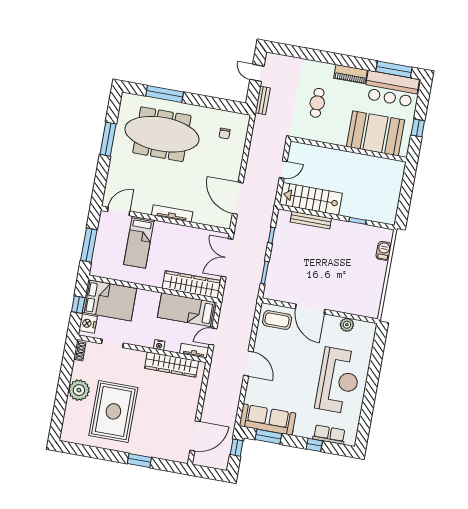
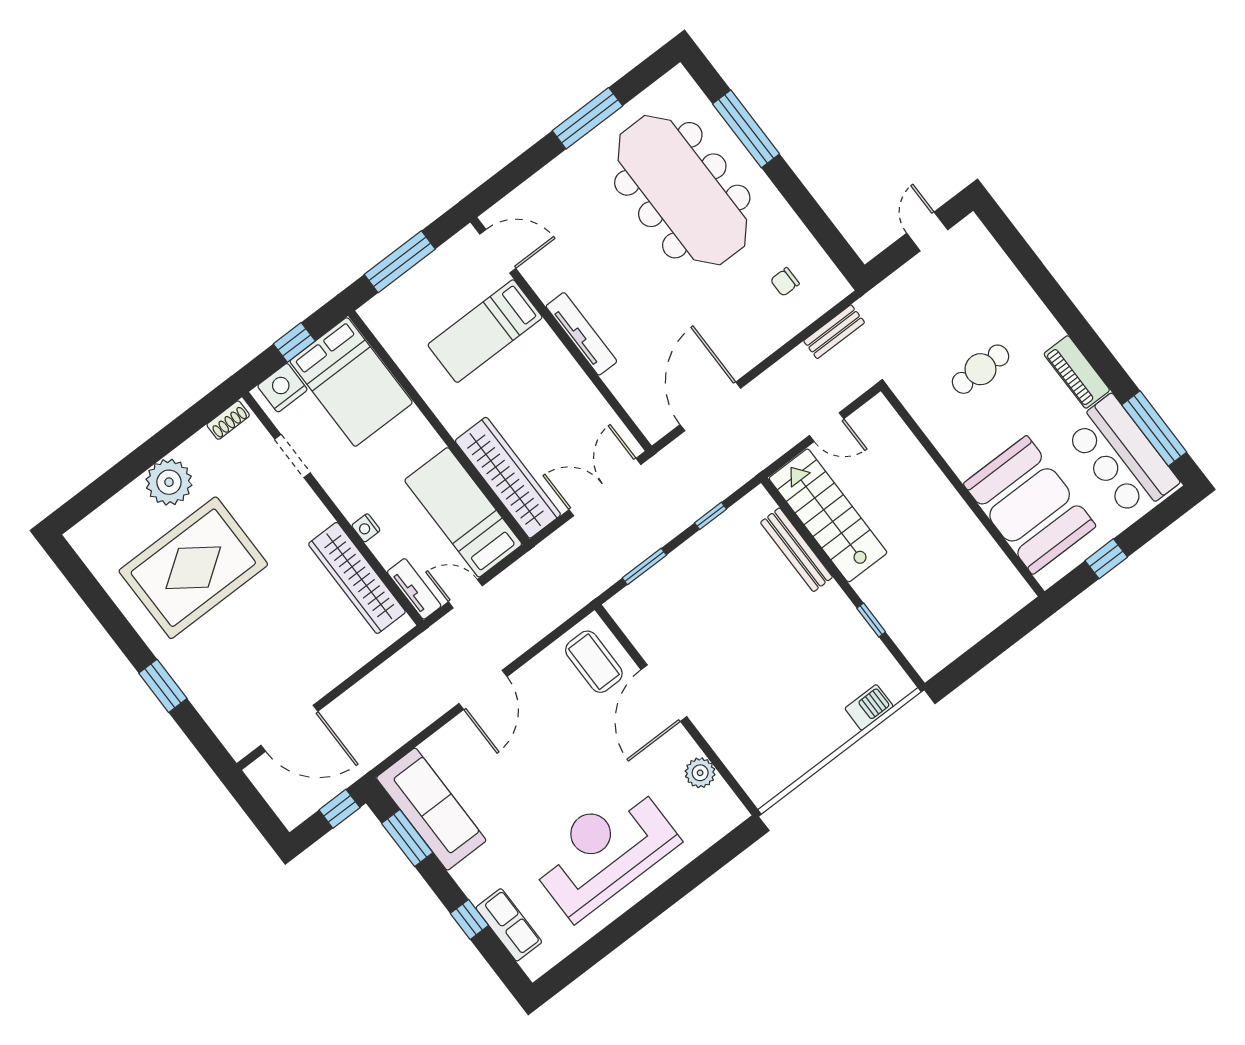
bench: (263, 100) -> (834, 332), moved
reception desk: (338, 381) -> (604, 851), turned 180

